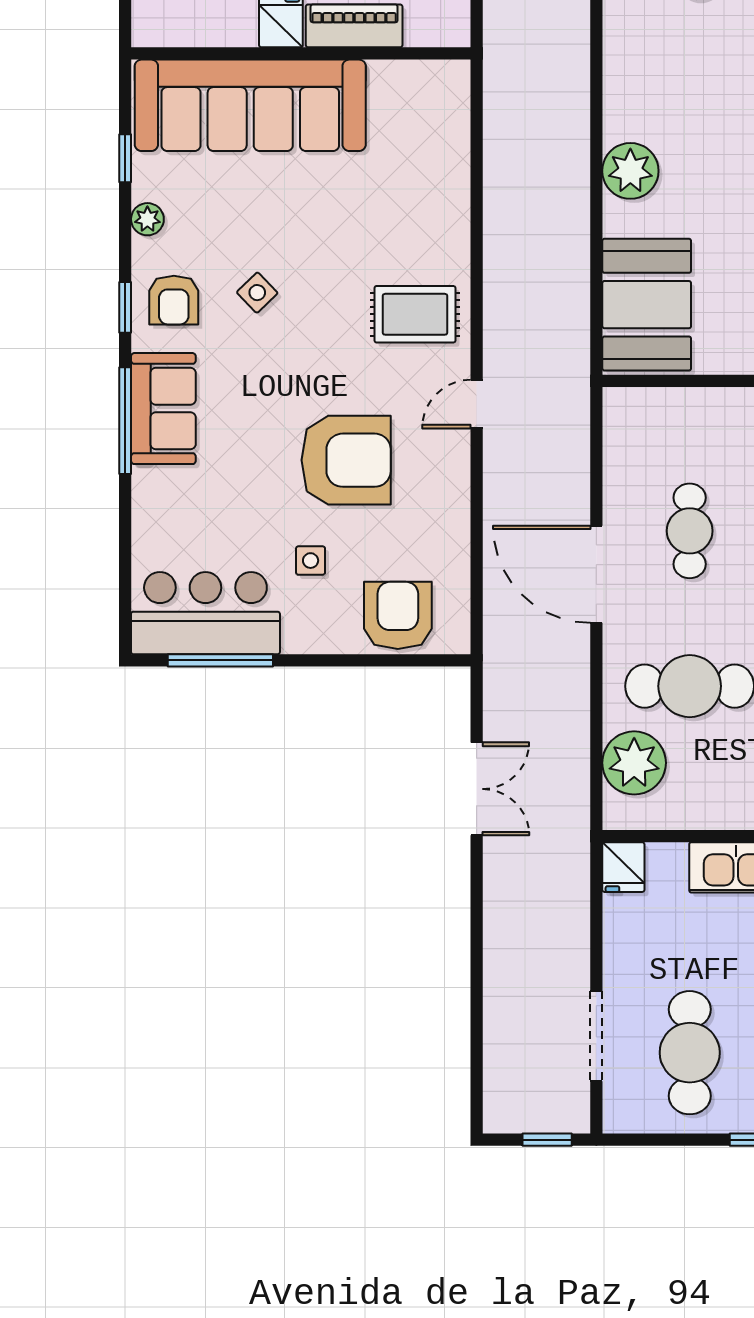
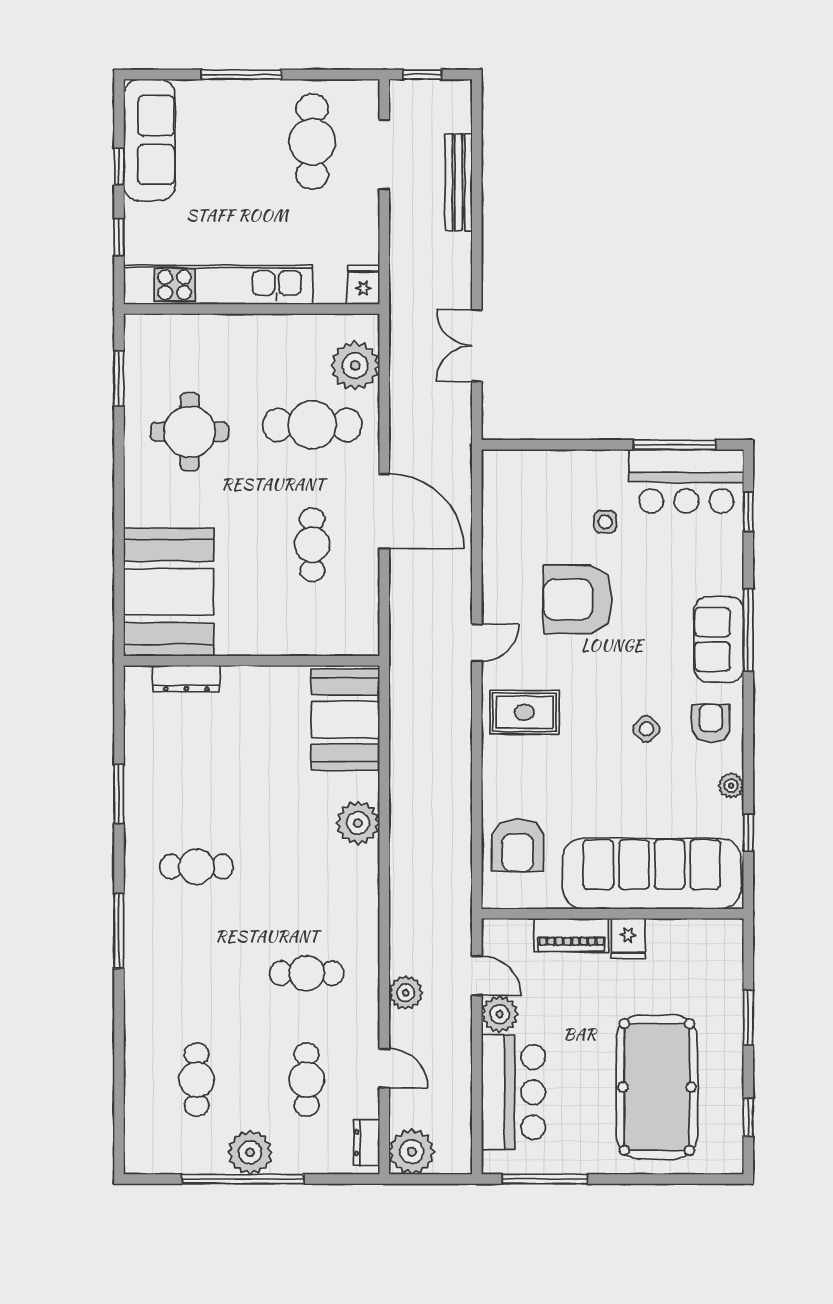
window: (125, 307) -> (748, 512), moved
armchair: (398, 615) -> (518, 845), moved
bench: (500, 1000) -> (459, 182), added

